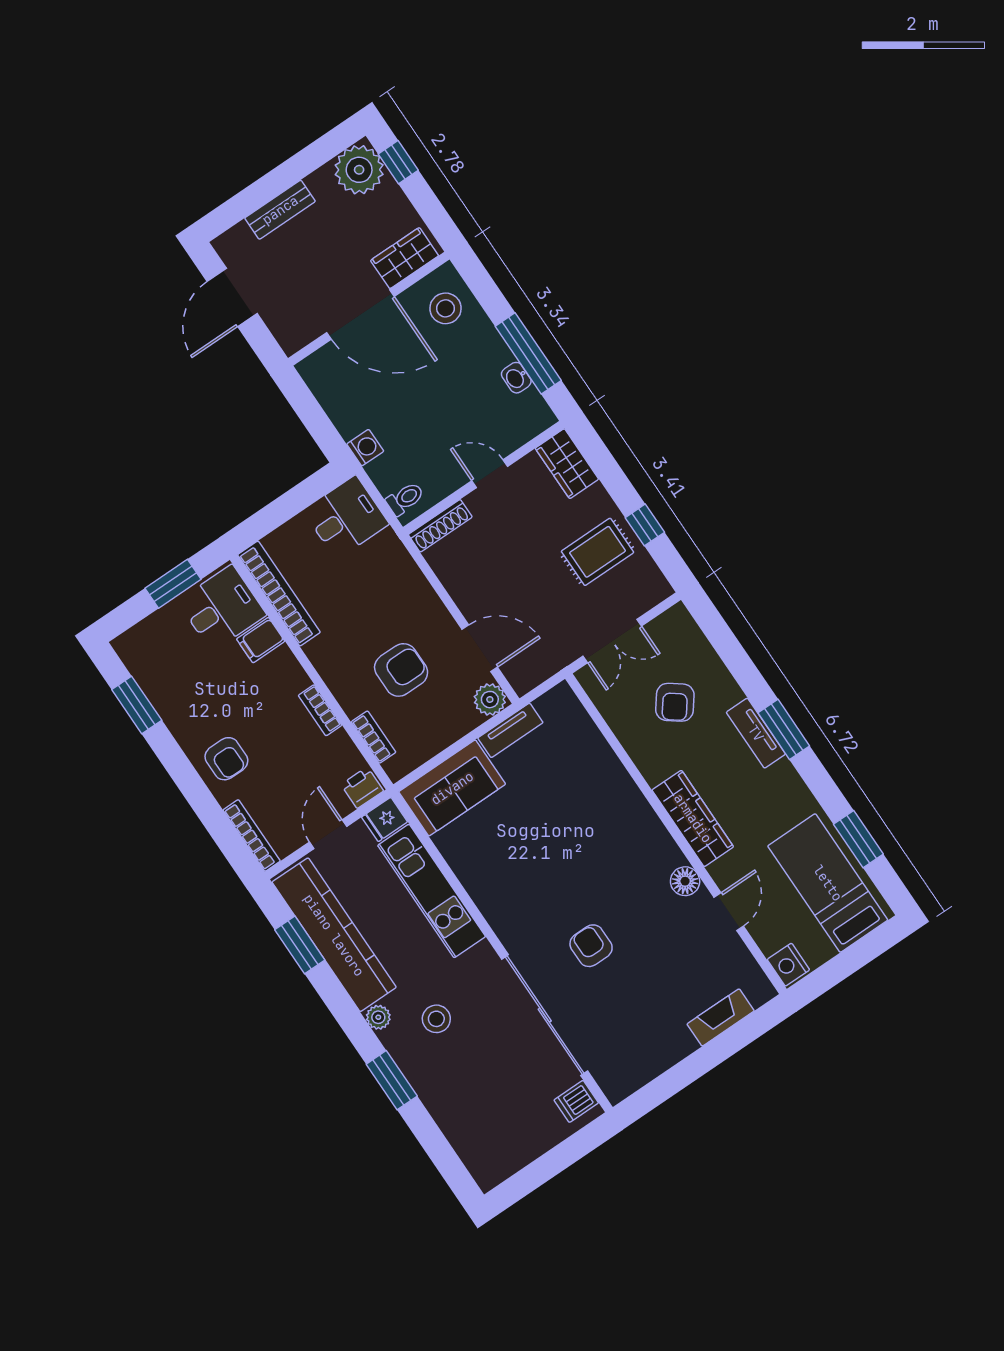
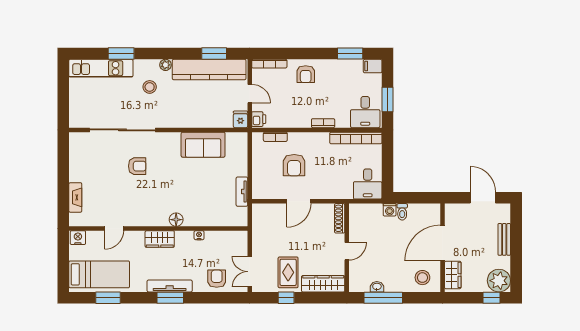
wardrobe: (567, 464) -> (323, 284), width x1.50
toilet: (405, 499) -> (402, 212), moved
filing cabinet: (261, 640) -> (373, 66), moved, turned -90
double door: (612, 641) -> (250, 272), moved
door: (480, 648) -> (299, 201), moved
plant: (490, 700) -> (259, 192), removed
armchair: (675, 702) -> (217, 279), moved, turned 53
bookcase: (320, 710) -> (323, 123), moved
tv unit: (756, 733) -> (170, 286), width x1.41
nightstand: (639, 754) -> (199, 235), added
armchair: (226, 759) -> (306, 74), turned -90
sofa: (452, 788) -> (203, 145), moved, turned -90
wardrobe: (693, 818) -> (160, 239), width x0.67
floor lamp: (685, 881) -> (176, 220), moved
kitchen unit: (432, 891) -> (101, 68), moved, turned 180
door: (729, 912) -> (114, 228), hinge flipped
window: (392, 1080) -> (121, 53), moved
dishwasher: (576, 1101) -> (81, 119), removed

